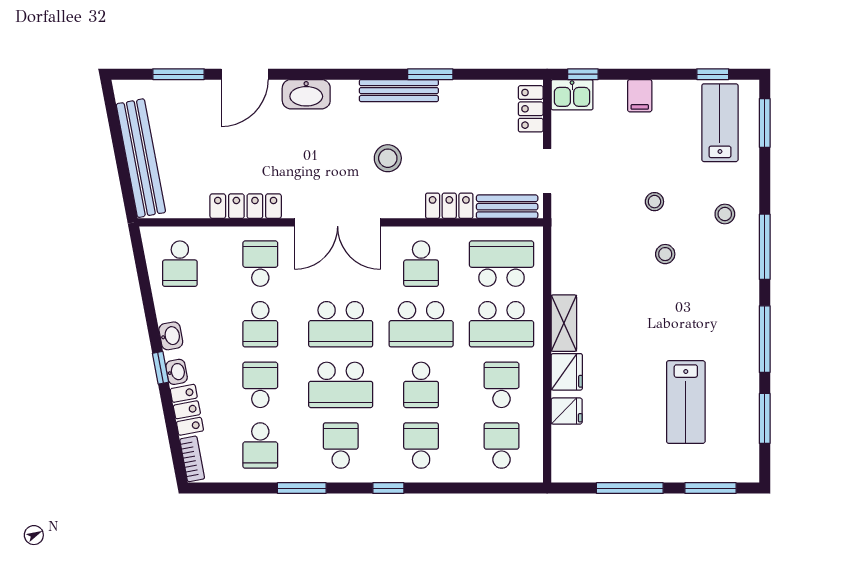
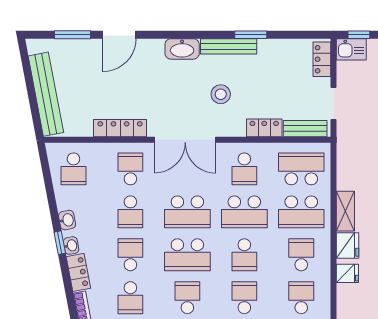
washbasin: (306, 94) -> (182, 49), moved

